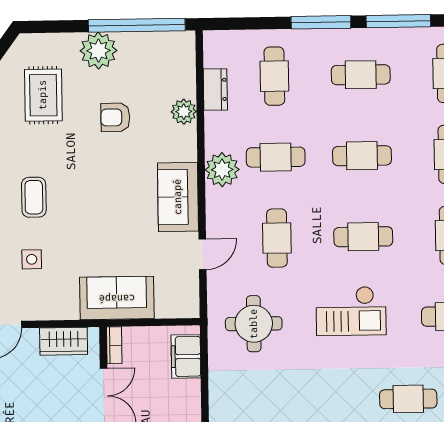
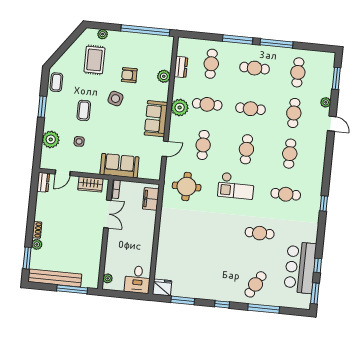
plant: (98, 51) -> (103, 34), moved, width x0.53, depth x0.53
side table: (94, 167) -> (115, 99), added
cafe table: (363, 237) -> (246, 149), turned 90

